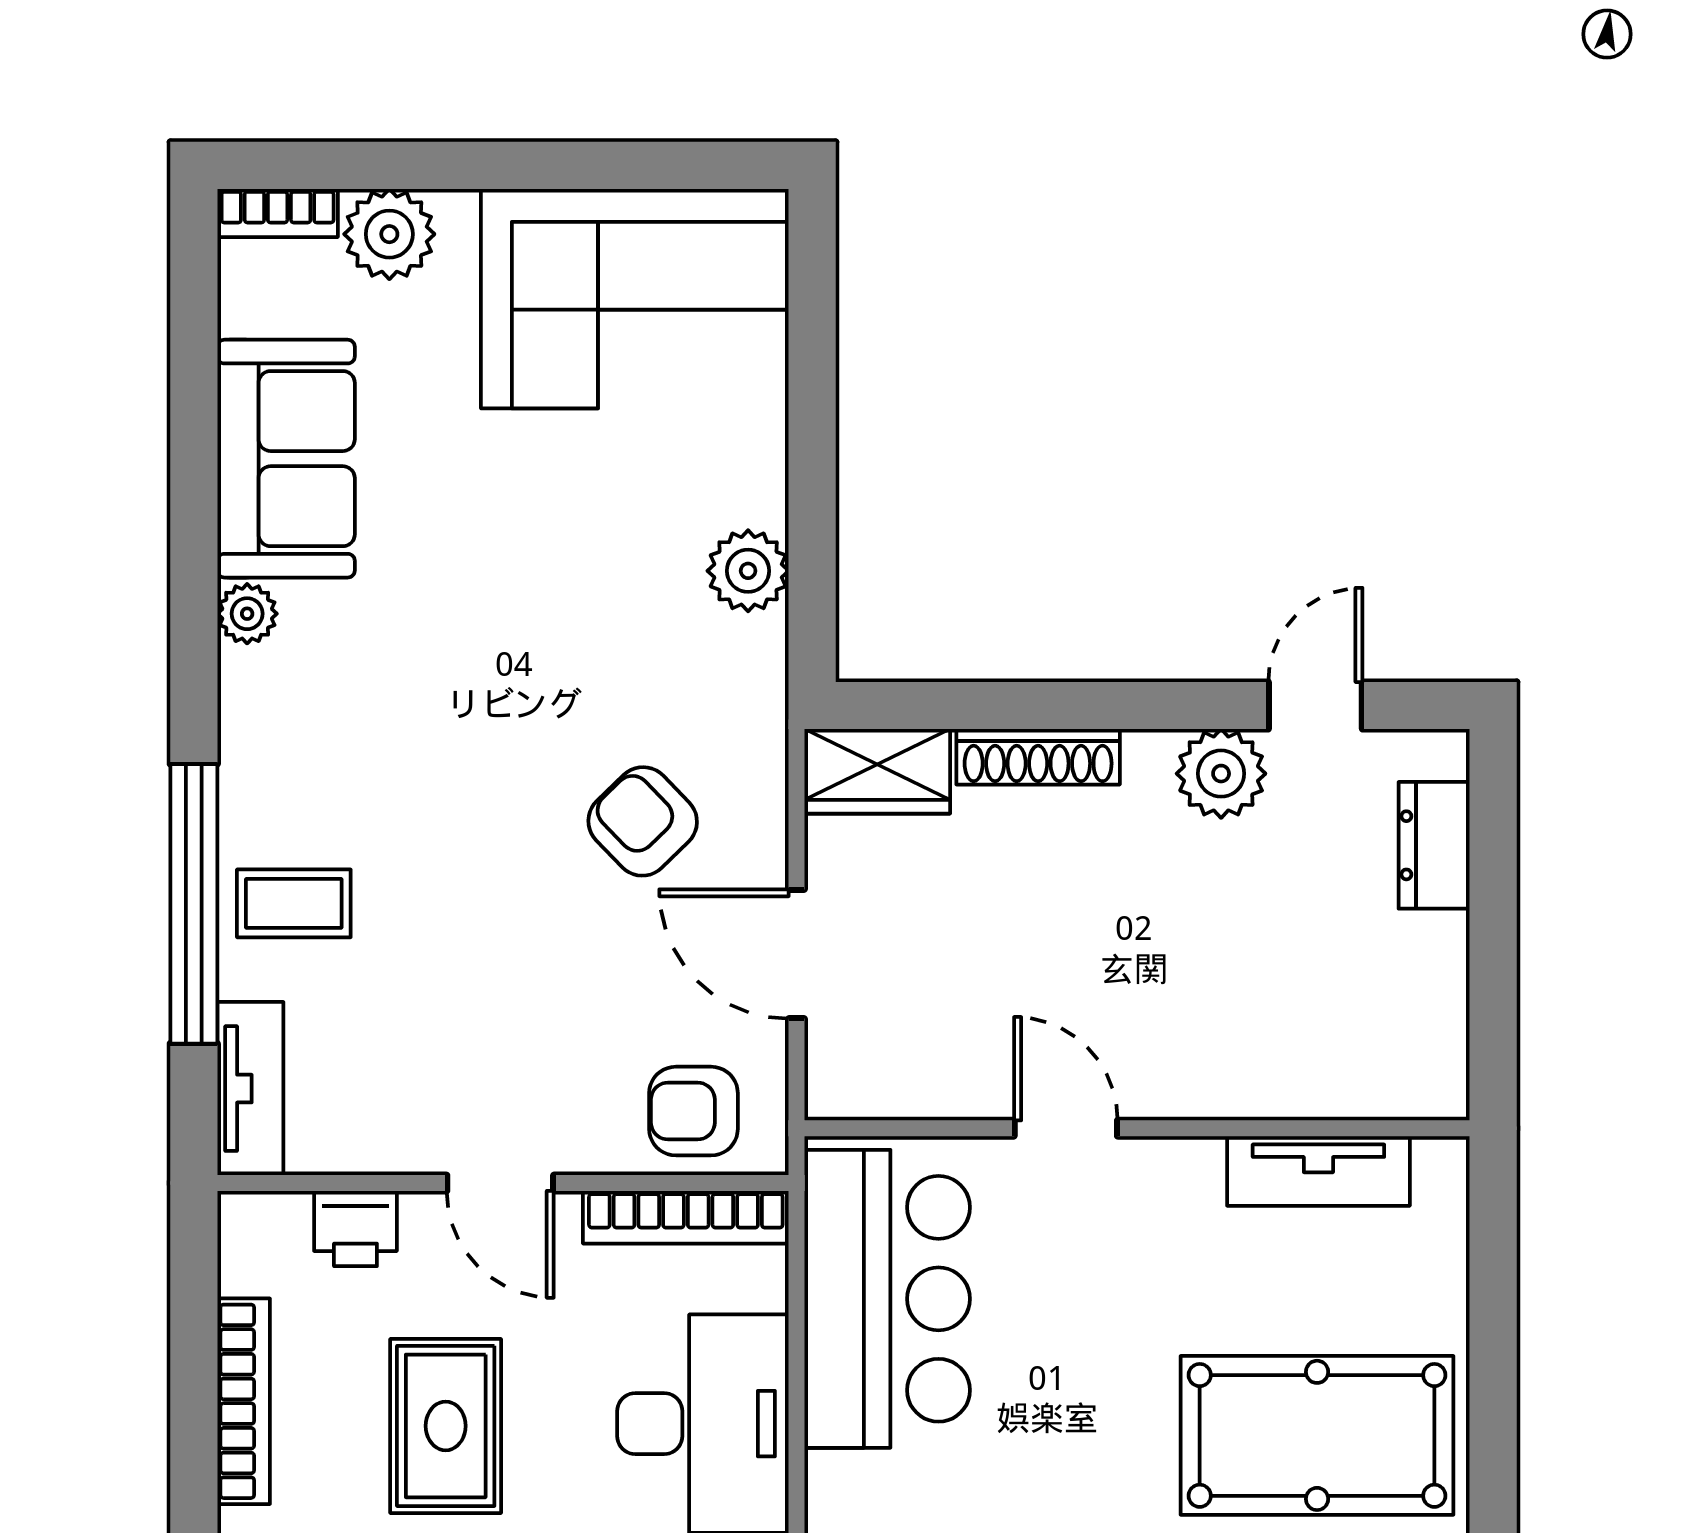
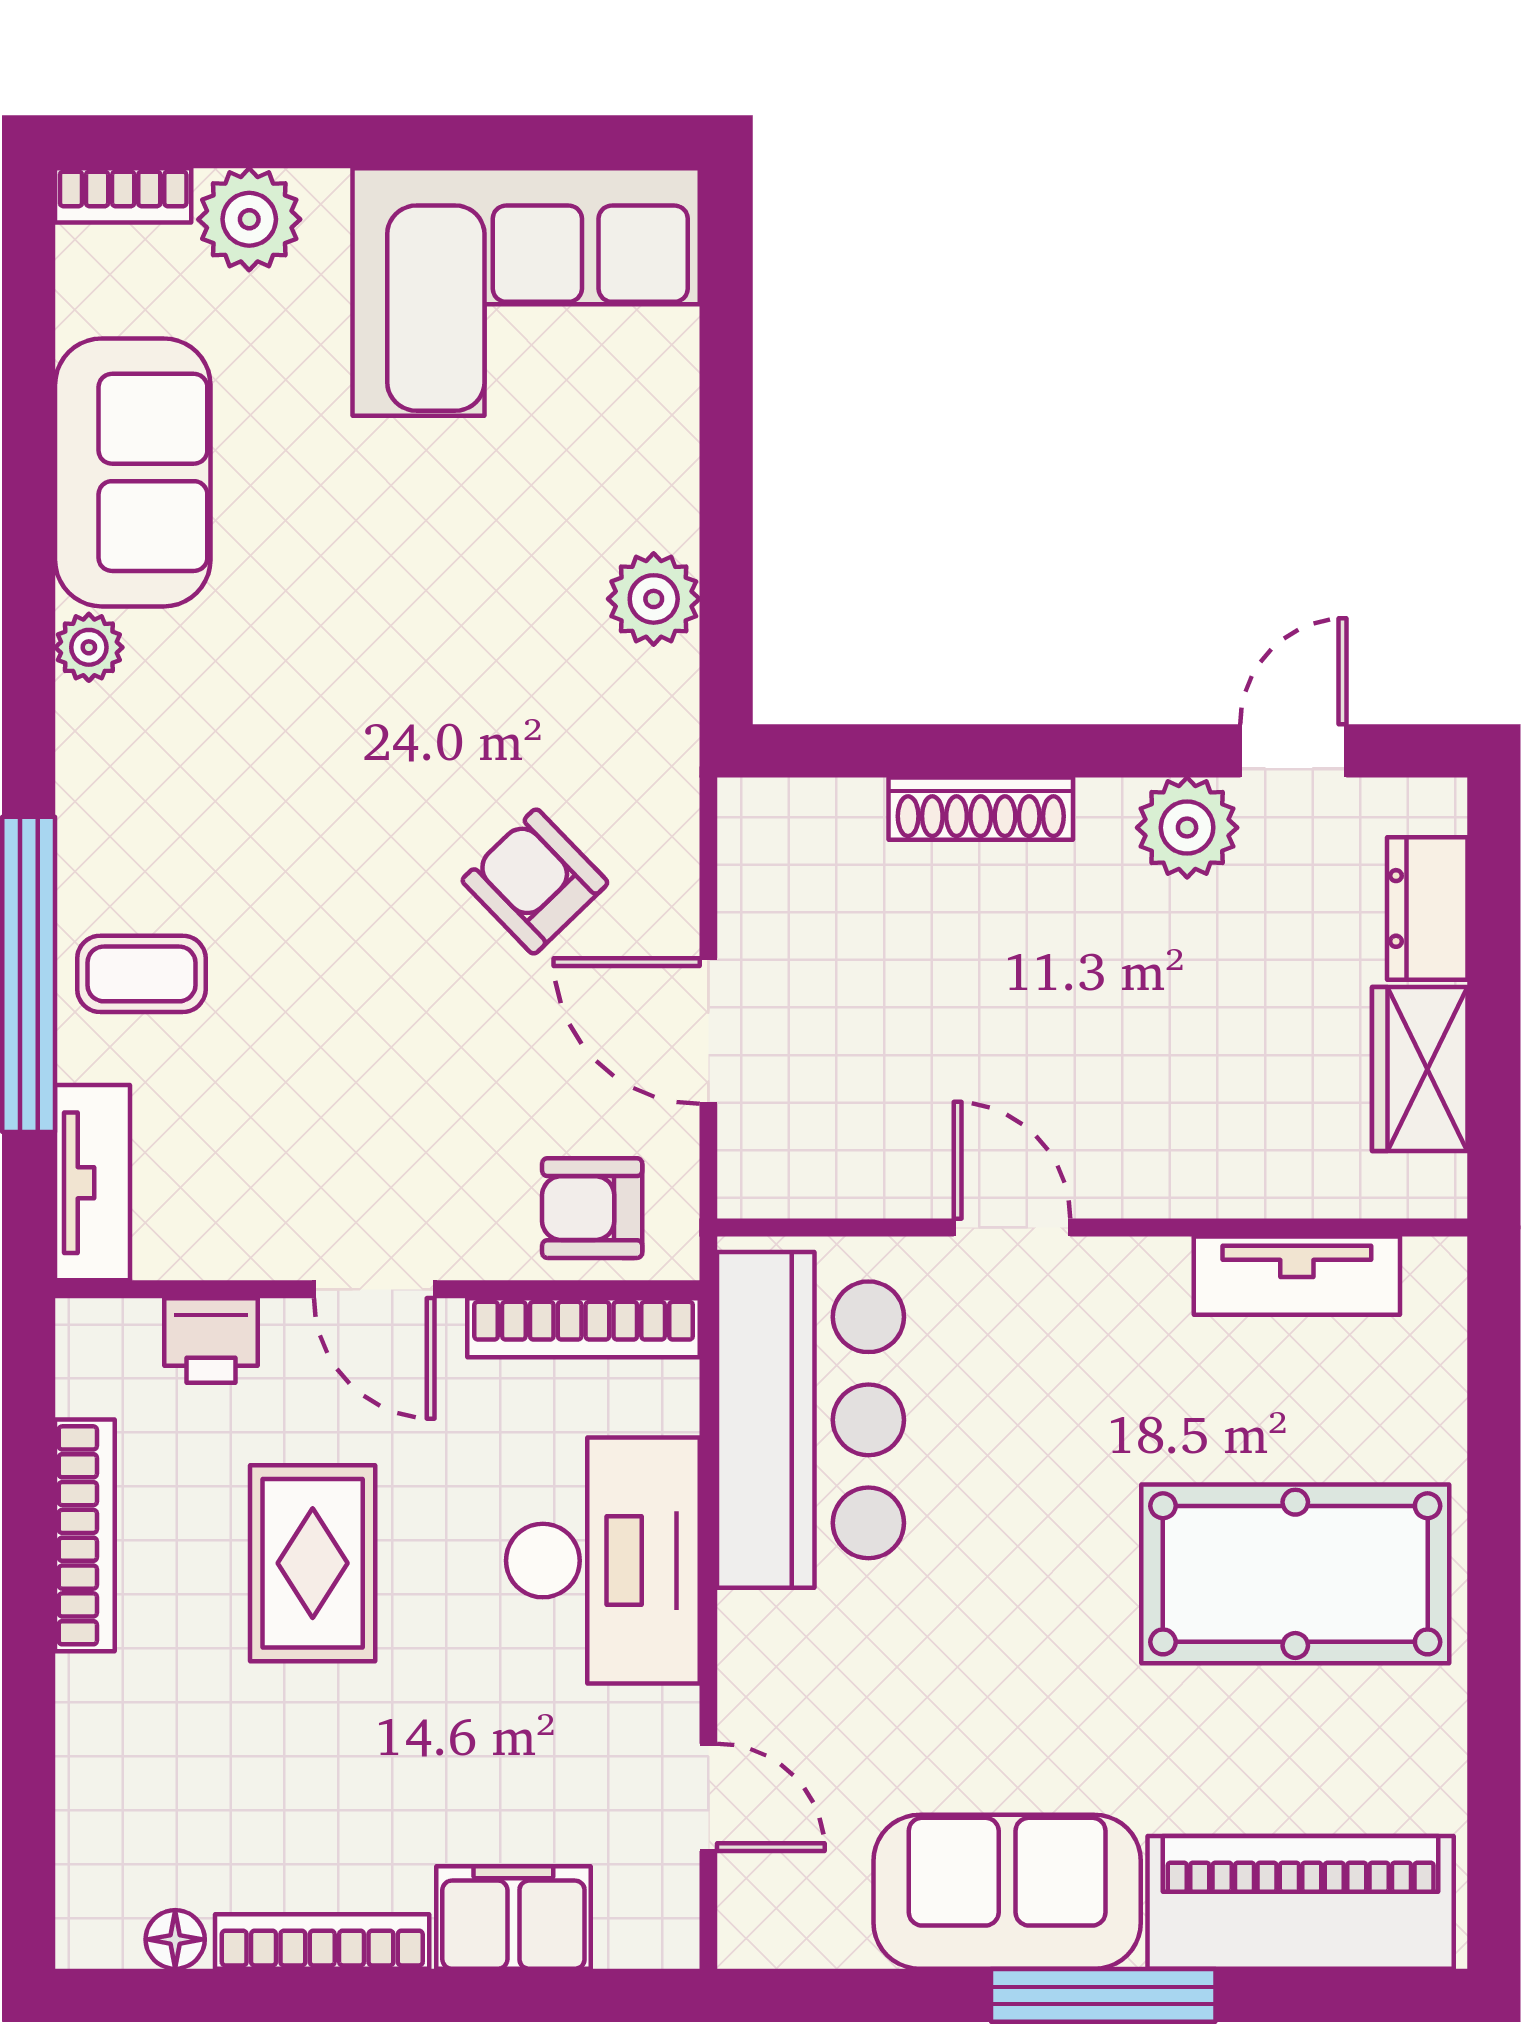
wardrobe: (877, 771) -> (1420, 1069), moved, turned 90

